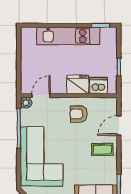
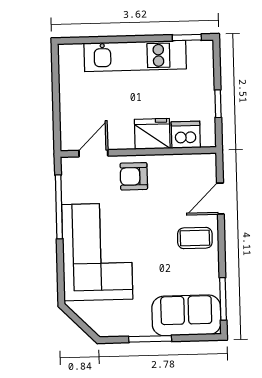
plant: (26, 103) -> (70, 166), removed
armchair: (79, 114) -> (134, 176), moved

